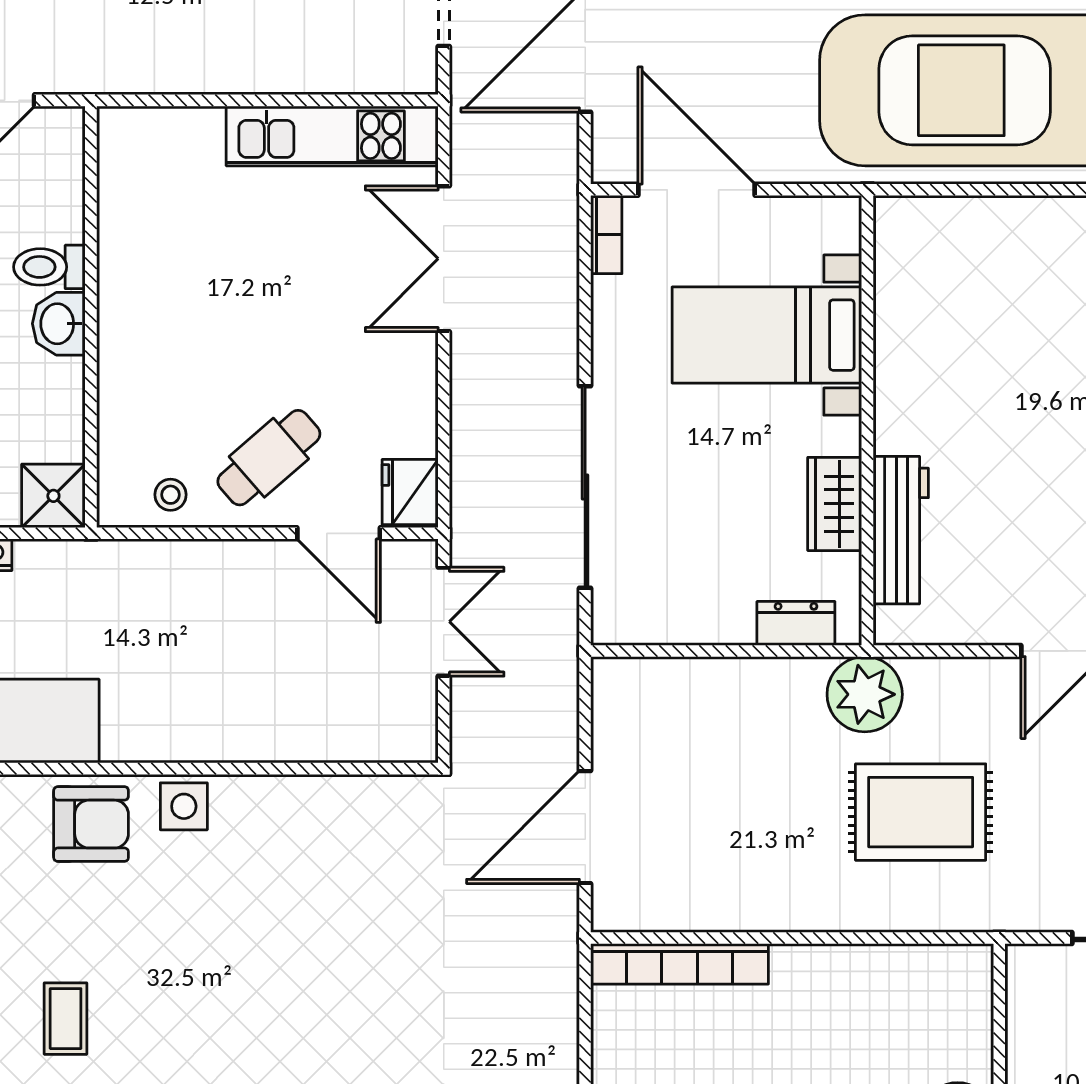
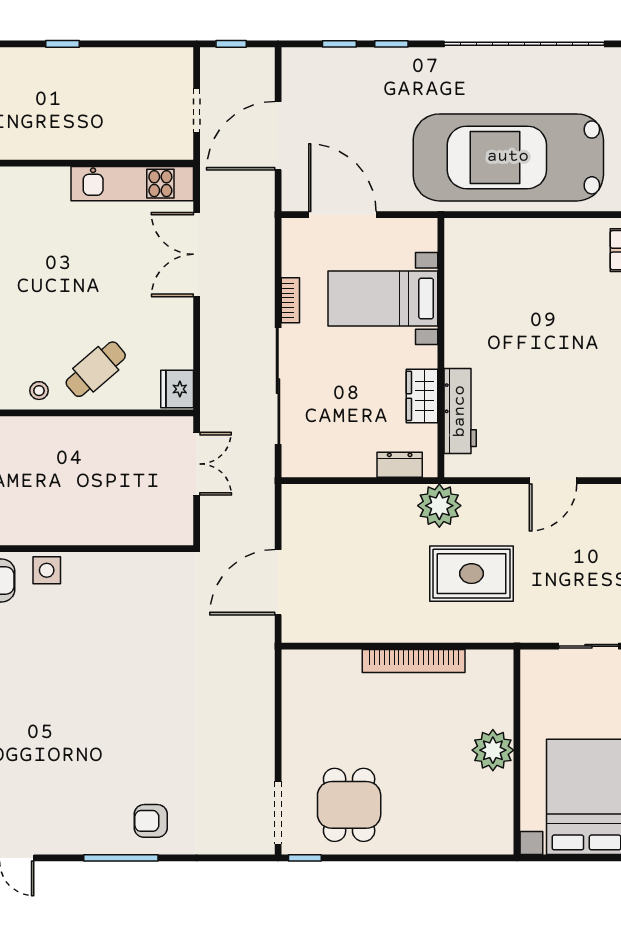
bookcase: (606, 235) -> (290, 300), moved
door: (339, 533) -> (136, 413), removed
bookcase: (680, 964) -> (414, 661), moved

